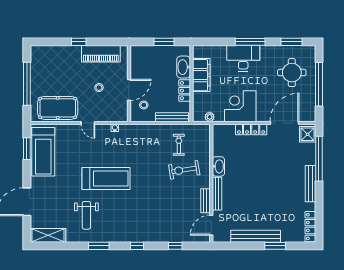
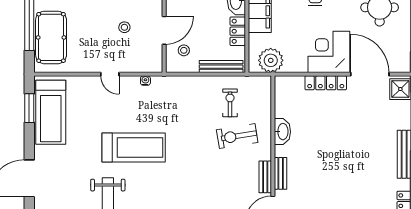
corner desk: (240, 106) -> (329, 52), moved
pool table: (58, 108) -> (51, 37), moved, turned 90
plant: (210, 117) -> (271, 60), width x1.87, depth x1.87
door: (284, 123) -> (370, 74), hinge flipped
bench: (217, 194) -> (281, 173), width x0.73

